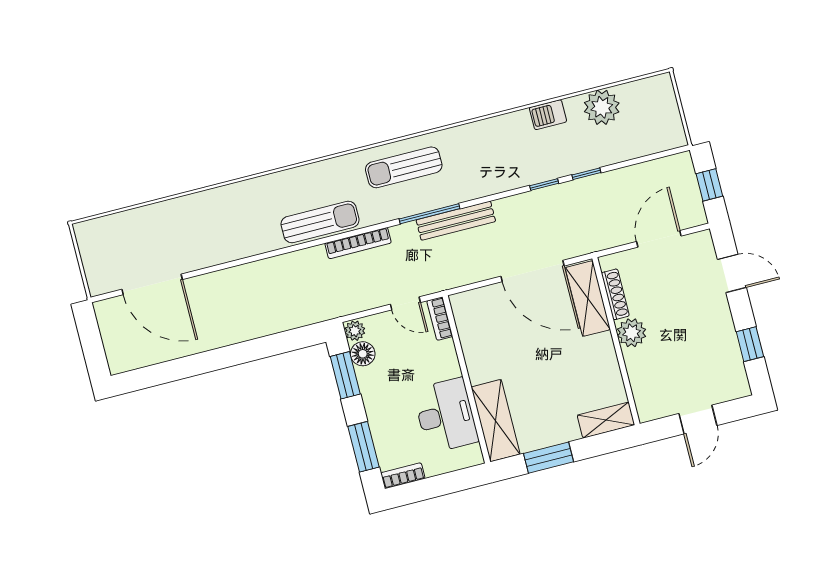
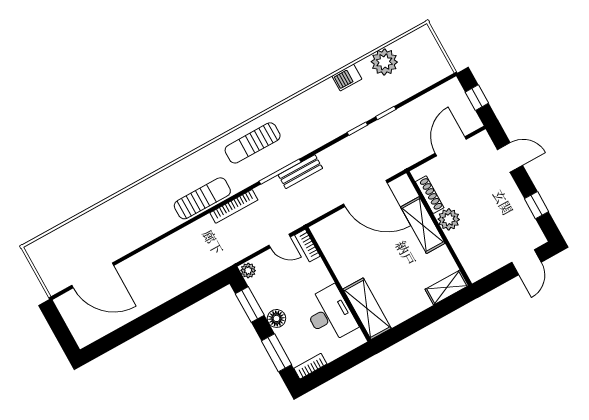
bench: (456, 221) -> (300, 172), width x0.73
shelving: (588, 299) -> (423, 225), moved
floor lamp: (363, 354) -> (276, 318), moved
door: (698, 420) -> (527, 262), moved
window: (548, 458) -> (412, 325), removed

